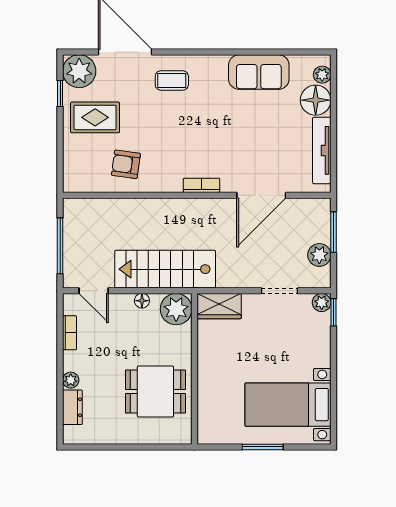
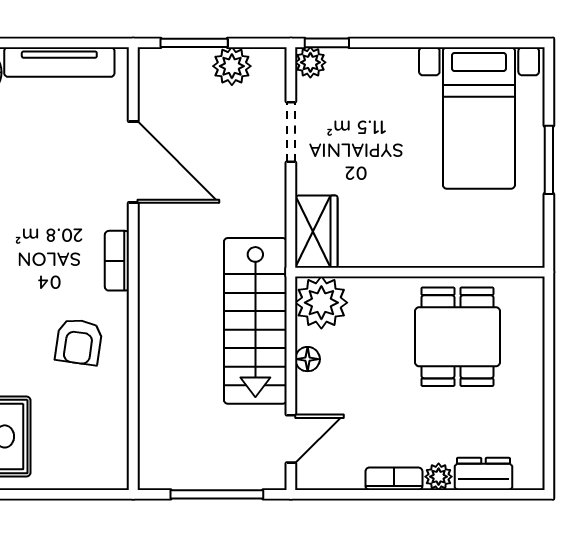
armchair: (126, 164) -> (79, 342), moved
bookcase: (69, 333) -> (394, 479), moved

